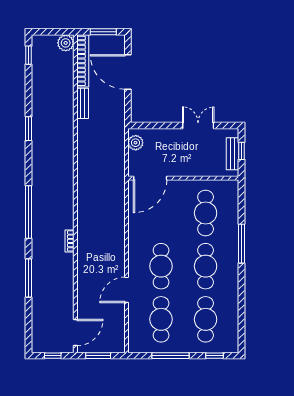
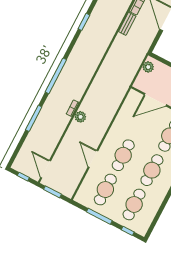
door: (150, 178) -> (155, 100), moved
plant: (84, 247) -> (80, 117), added
door: (126, 290) -> (93, 159), hinge flipped
door: (75, 332) -> (46, 169), swing flipped

